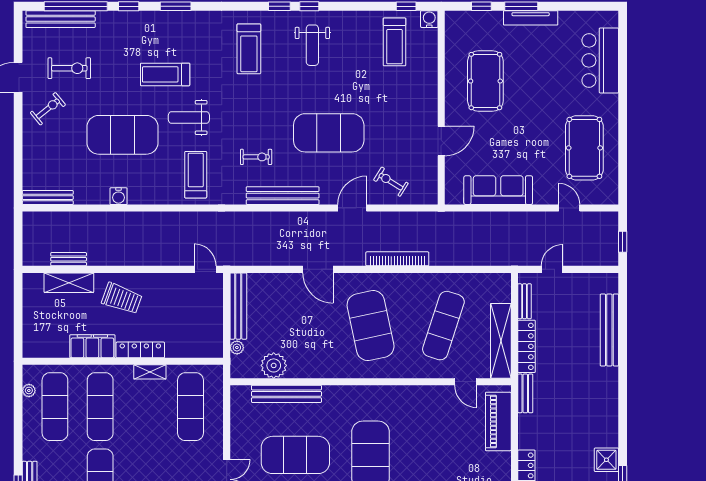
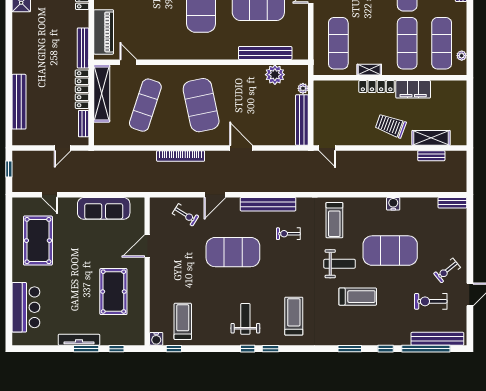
bench: (48, 198) -> (452, 203), width x0.73
bench: (525, 393) -> (83, 48), width x1.36

